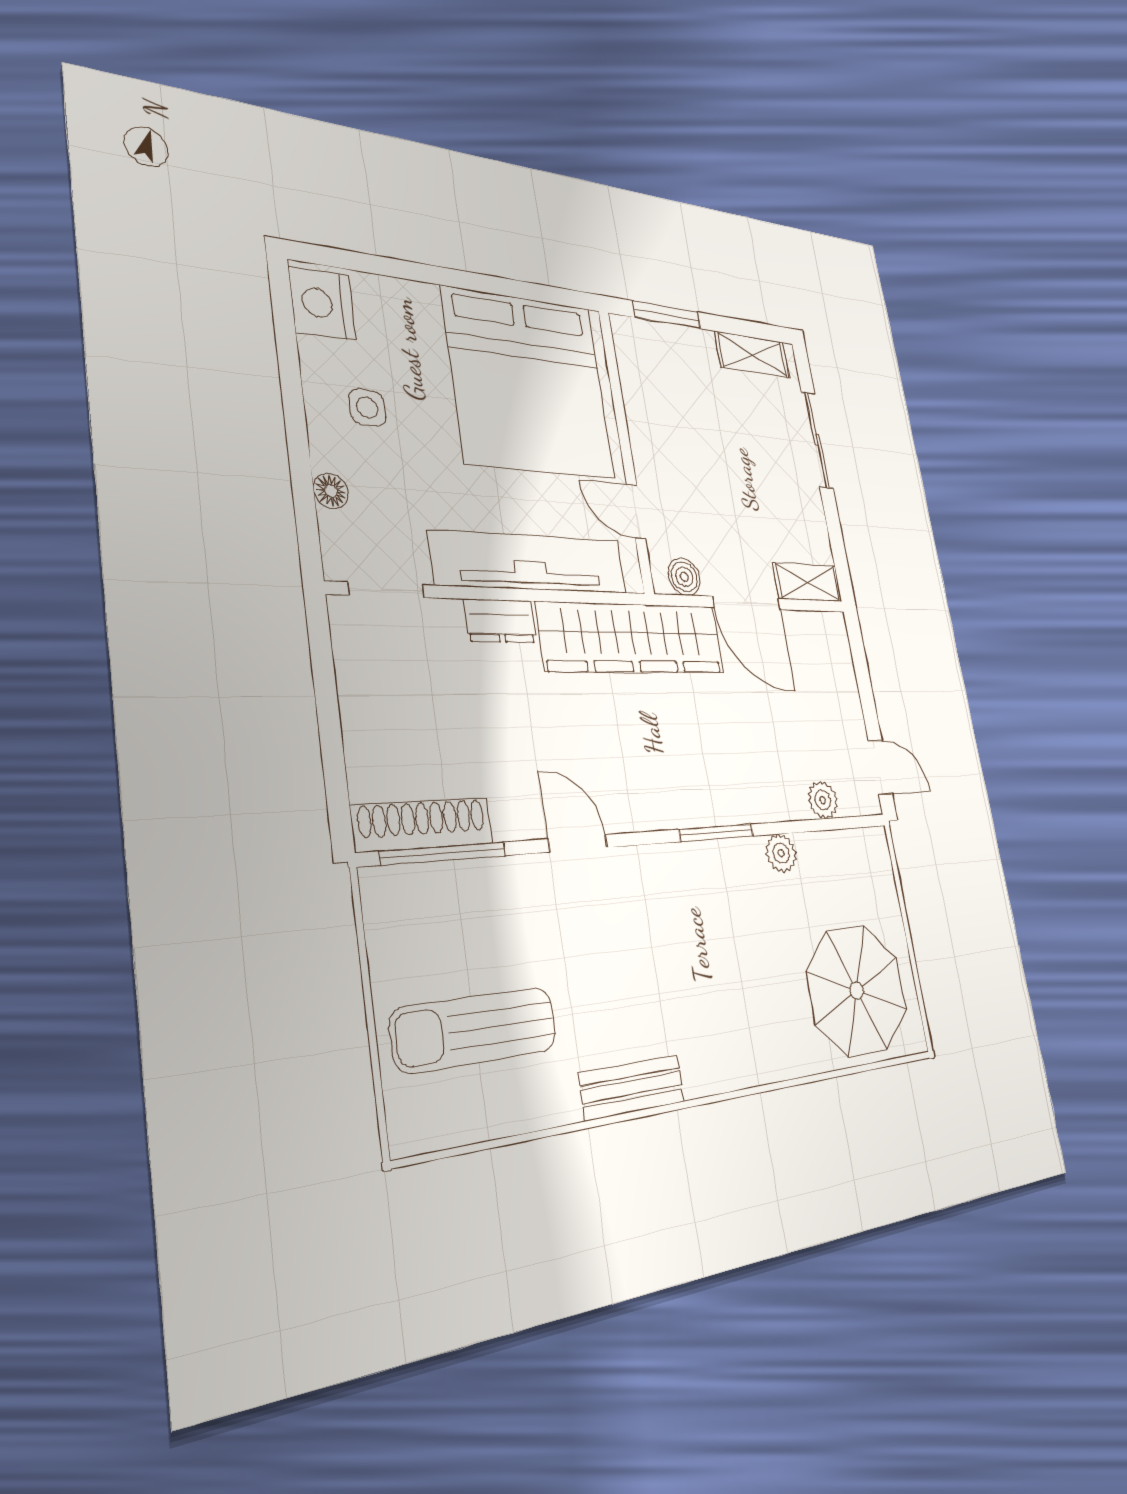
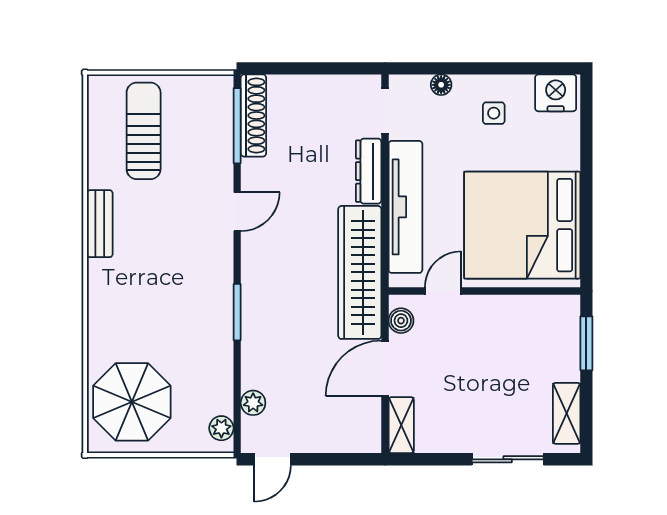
dresser: (500, 621) -> (369, 171), width x1.44
plant: (781, 853) -> (221, 428), moved

